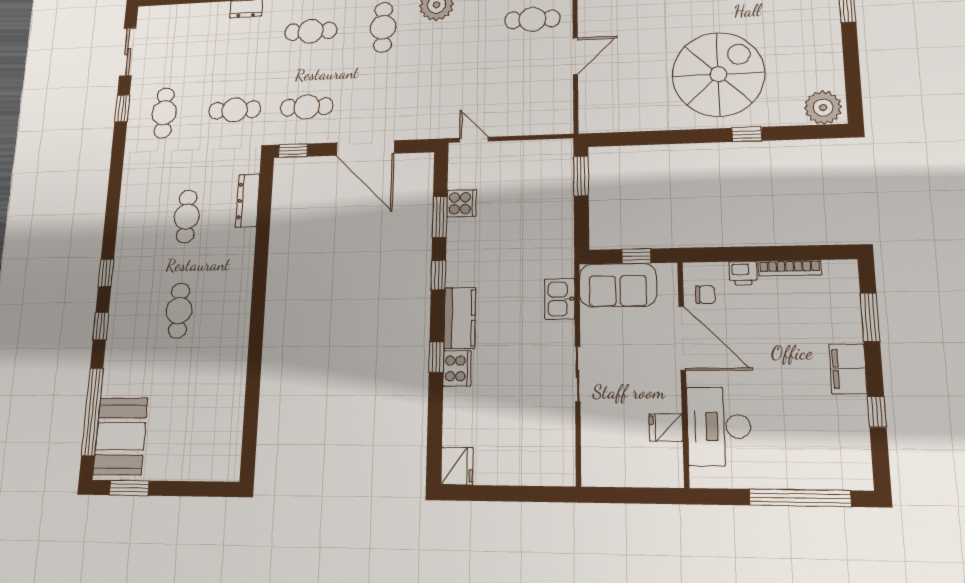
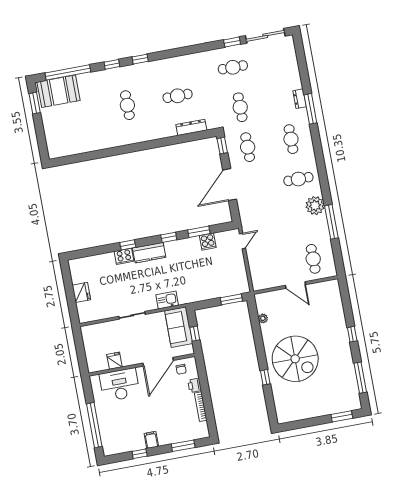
sliding door: (128, 52) -> (265, 36), width x1.37
plant: (823, 108) -> (263, 318), moved, width x0.53, depth x0.53
cafe table: (179, 311) -> (127, 105), turned 90
filing cabinet: (848, 369) -> (151, 440), width x0.50
fridge: (457, 466) -> (81, 292), moved, turned -90

